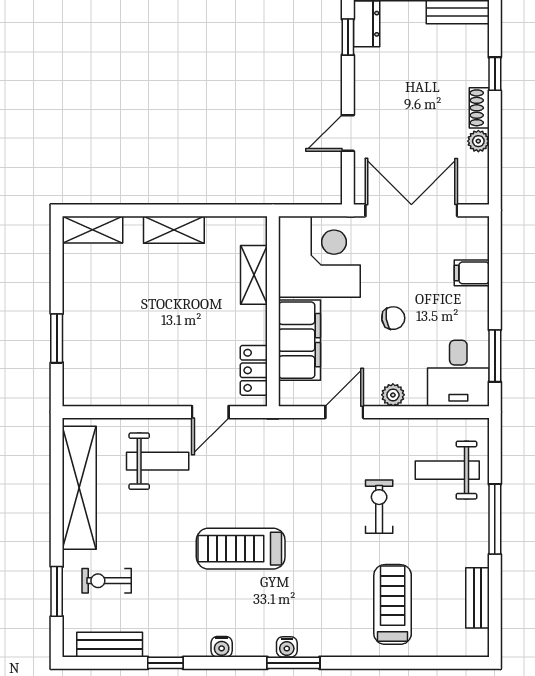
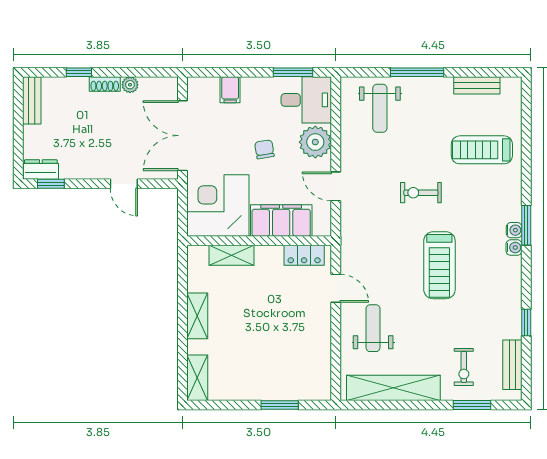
plant: (393, 395) -> (315, 142), width x1.87, depth x1.87
exercise bike: (379, 507) -> (421, 193), moved
water cooler: (222, 647) -> (514, 248), moved

